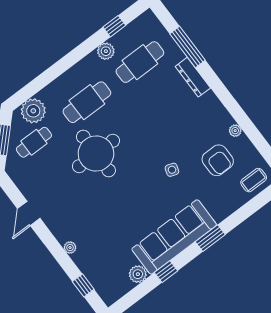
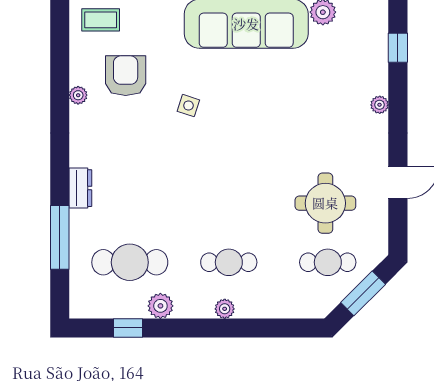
dresser: (193, 77) -> (80, 188), width x0.70
cafe table: (87, 102) -> (229, 262), width x0.73, depth x0.74
plant: (33, 111) -> (225, 309), moved, width x0.53, depth x0.53
round table: (96, 154) -> (325, 203), moved, width x0.73, depth x0.73

